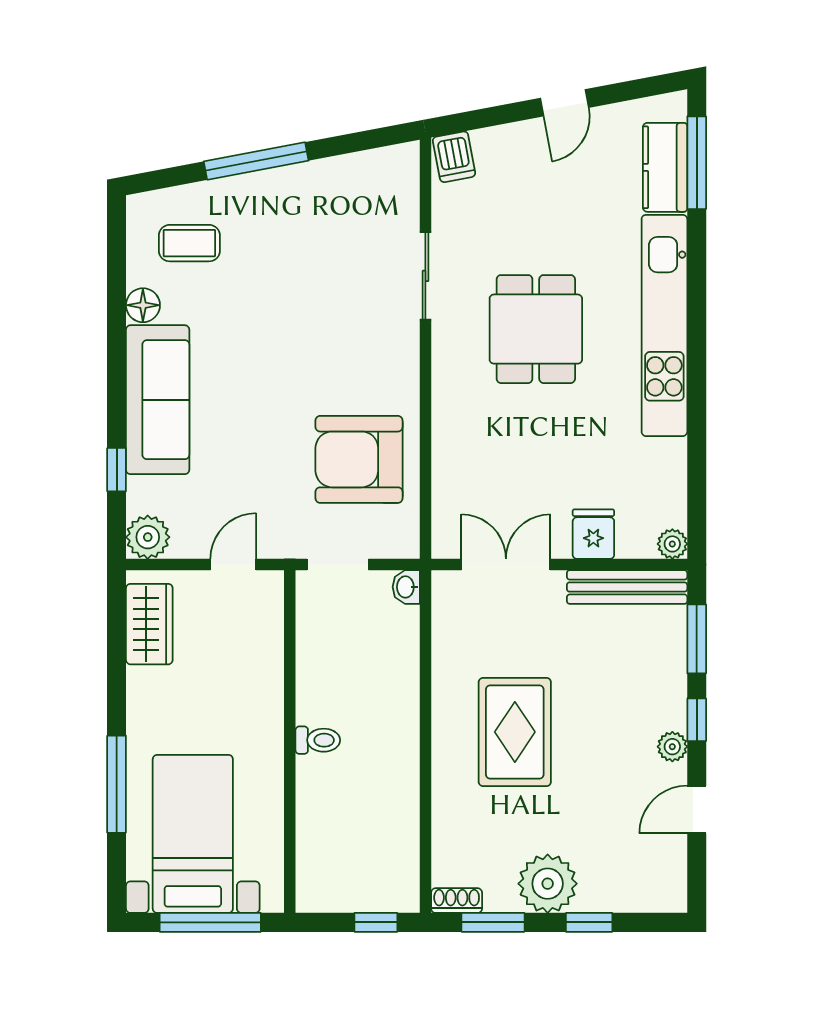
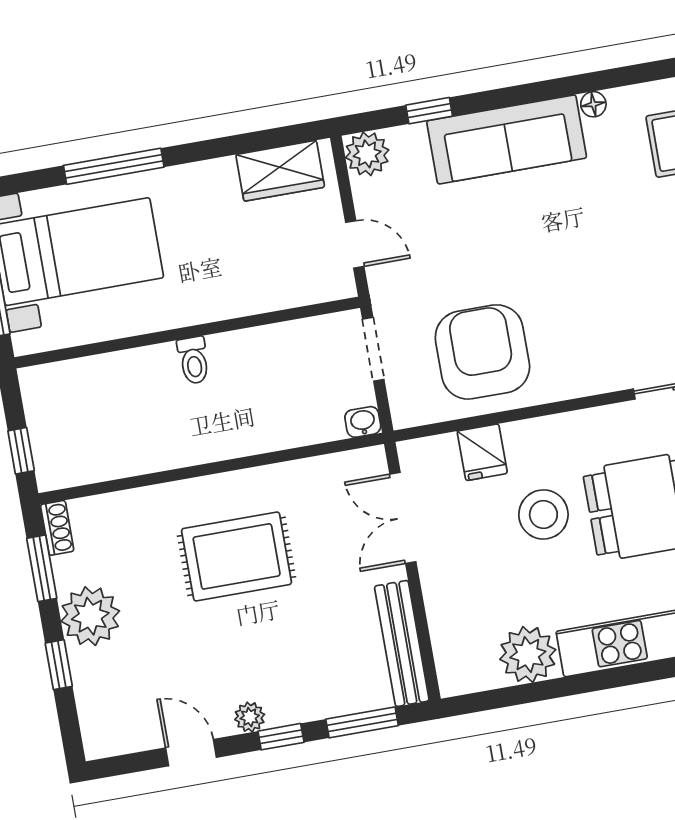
floor lamp: (143, 305) -> (593, 104), width x0.73, depth x0.73
stool: (527, 428) -> (543, 514), added
fridge: (593, 534) -> (482, 452), moved, turned 90
plant: (672, 544) -> (528, 655), moved, width x1.88, depth x1.88
double door: (506, 565) -> (403, 518), swing flipped

